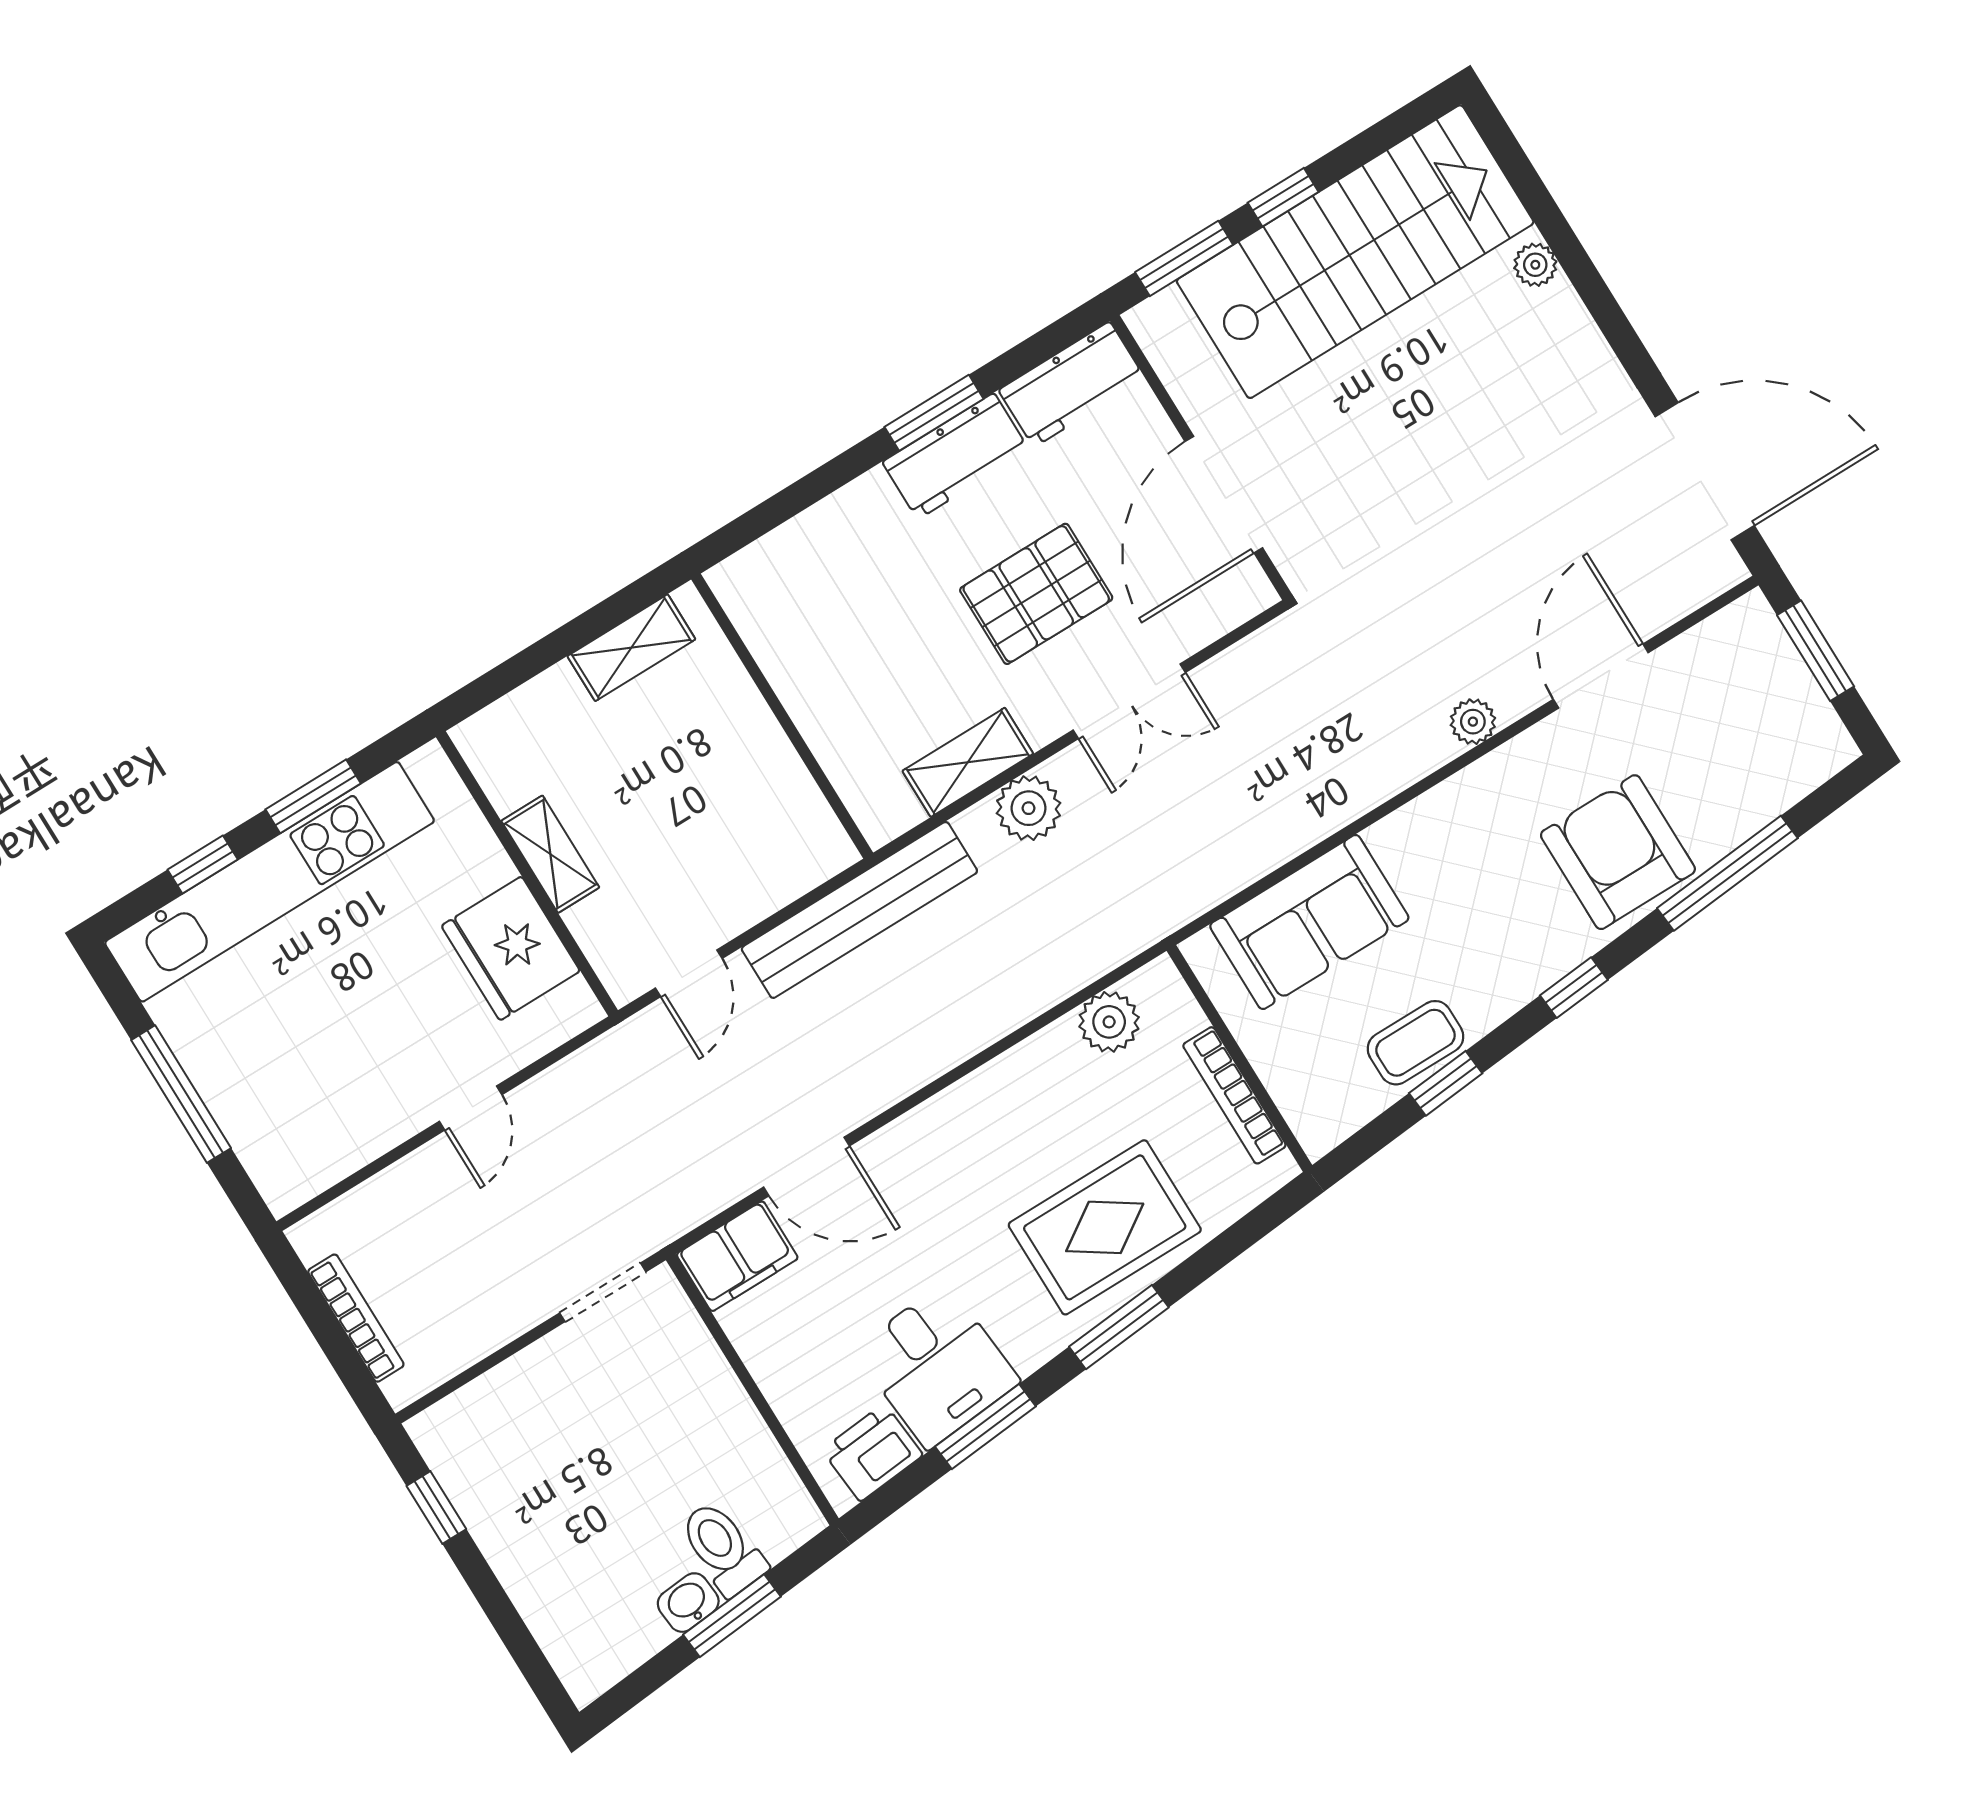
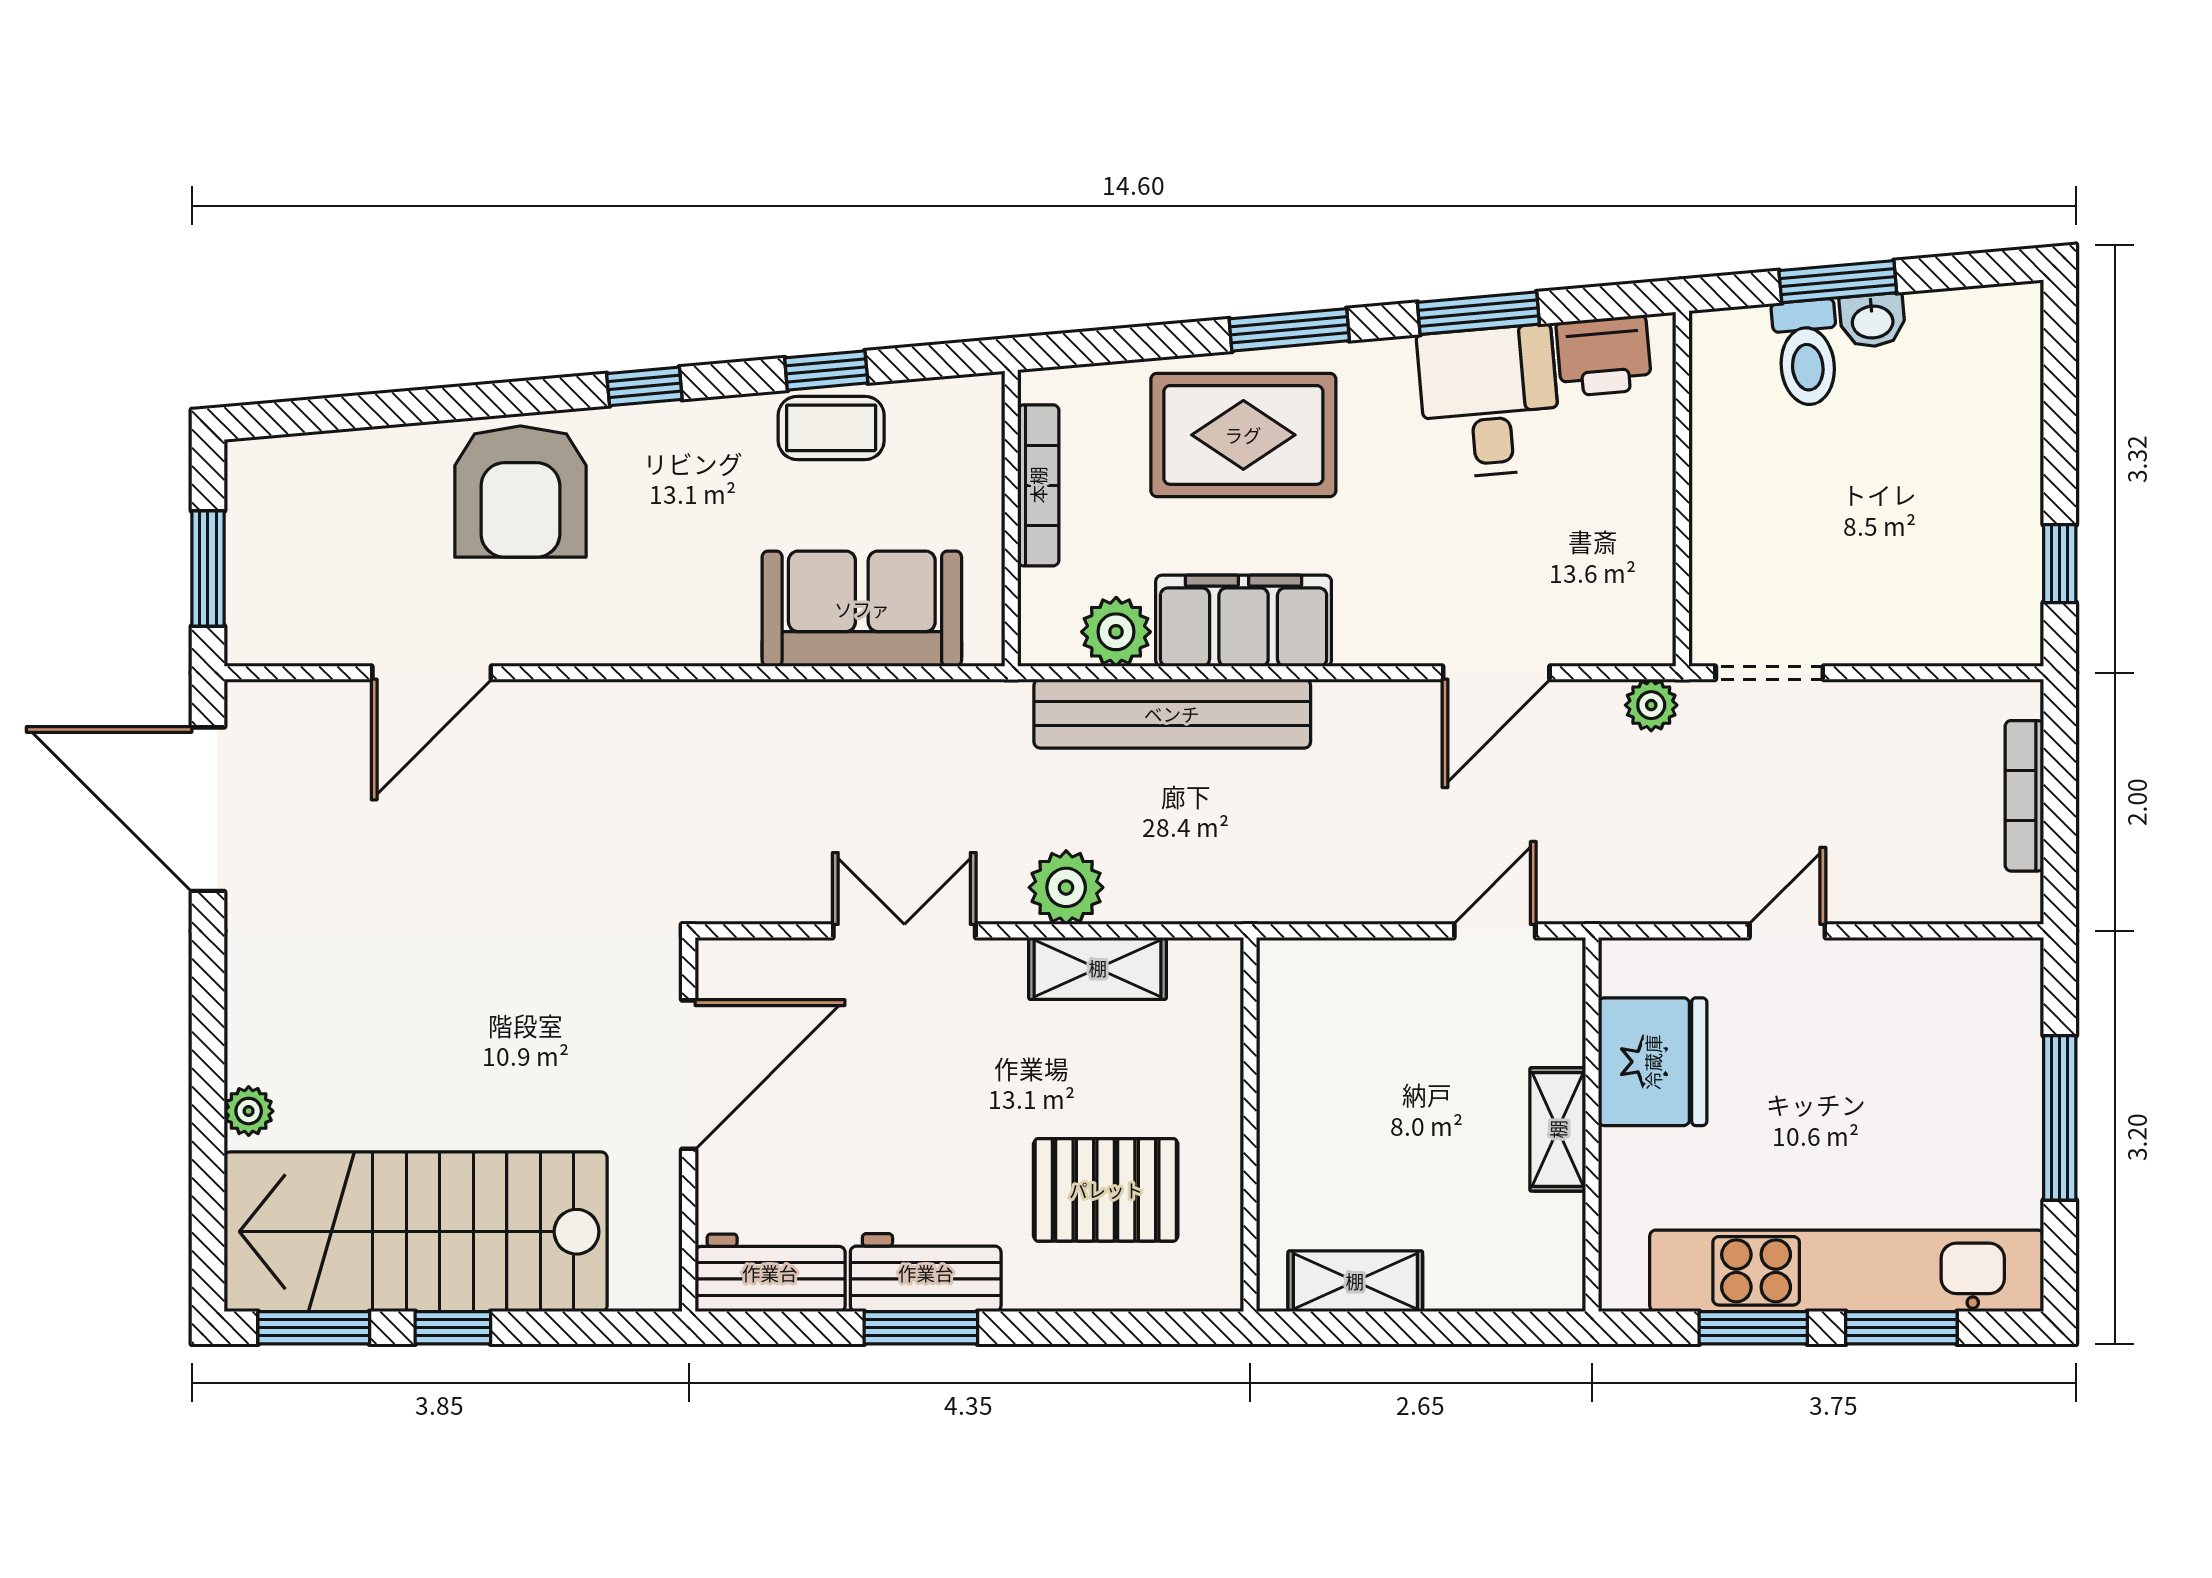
window: (1184, 258) -> (314, 1328), moved
pallet: (1036, 594) -> (1106, 1190), moved
plant: (1473, 722) -> (1651, 705), moved
window: (203, 865) -> (1901, 1328), width x1.50
window: (1727, 873) -> (427, 406), removed
bench: (859, 910) -> (1172, 714), moved
door: (807, 1167) -> (1496, 673), swing flipped
filing cabinet: (737, 1256) -> (1244, 621), moved, width x1.50, depth x1.17

